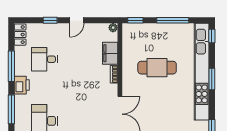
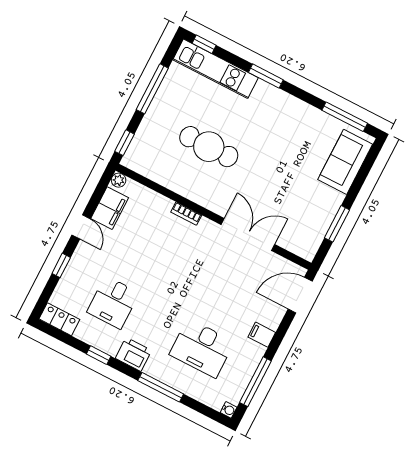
filing cabinet: (110, 53) -> (110, 208), moved, turned -90
window: (11, 66) -> (99, 355), width x0.46
cafe table: (157, 68) -> (209, 147), turned 90
kitchen unit: (202, 72) -> (215, 69), width x0.54

